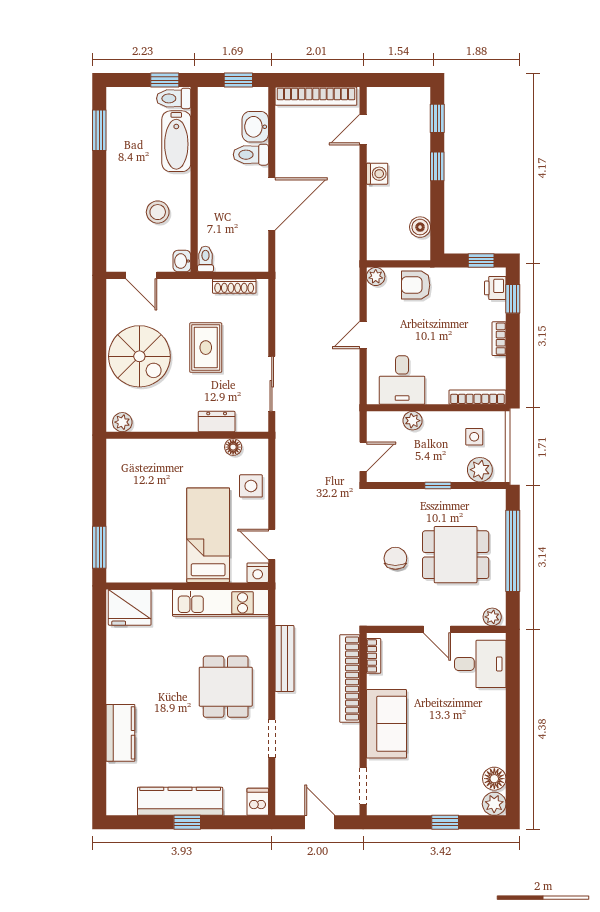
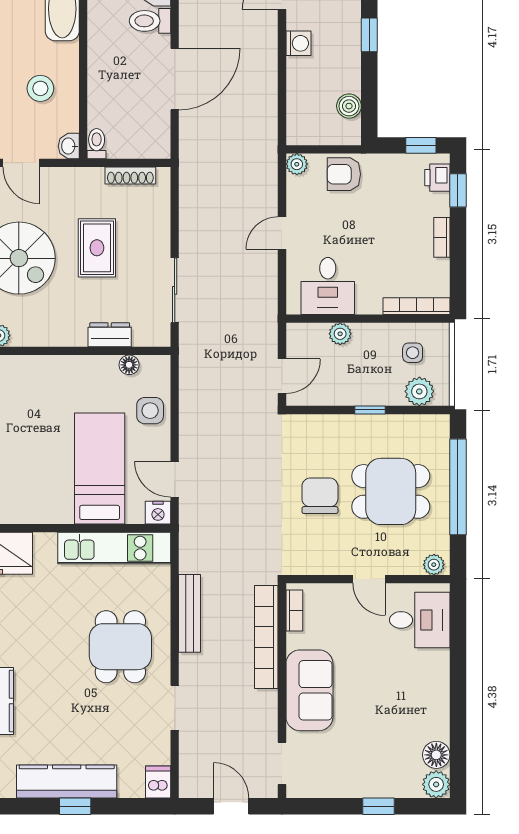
chair: (395, 558) -> (320, 496), width x1.37, depth x1.37

